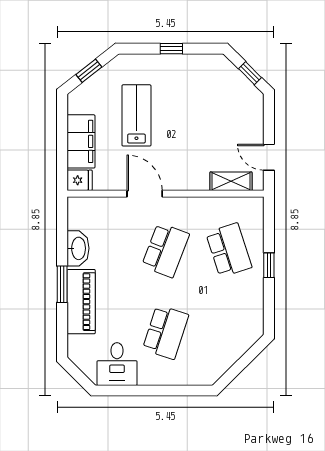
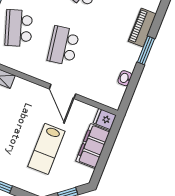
washbasin: (78, 248) -> (125, 78), width x0.52, depth x0.69
school desk: (165, 250) -> (63, 46), turned -30
piano: (81, 302) -> (142, 28), width x0.73, depth x0.75

